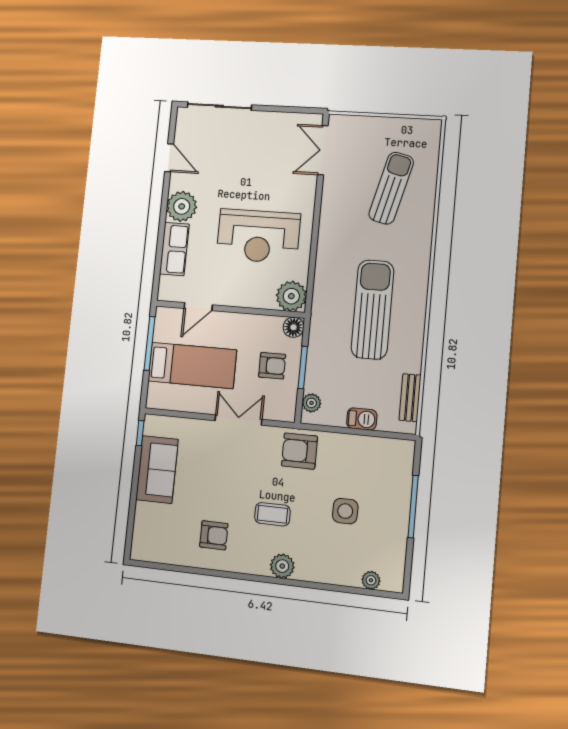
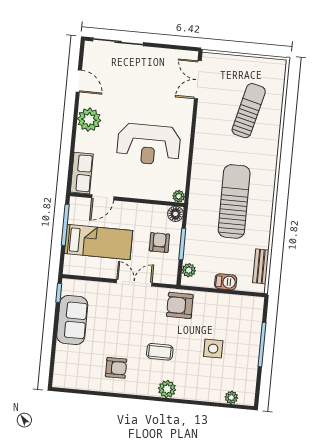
row of seats: (174, 249) -> (82, 173), moved
plant: (291, 296) -> (179, 196), width x0.53, depth x0.53
armchair: (272, 366) -> (159, 242), turned -90

